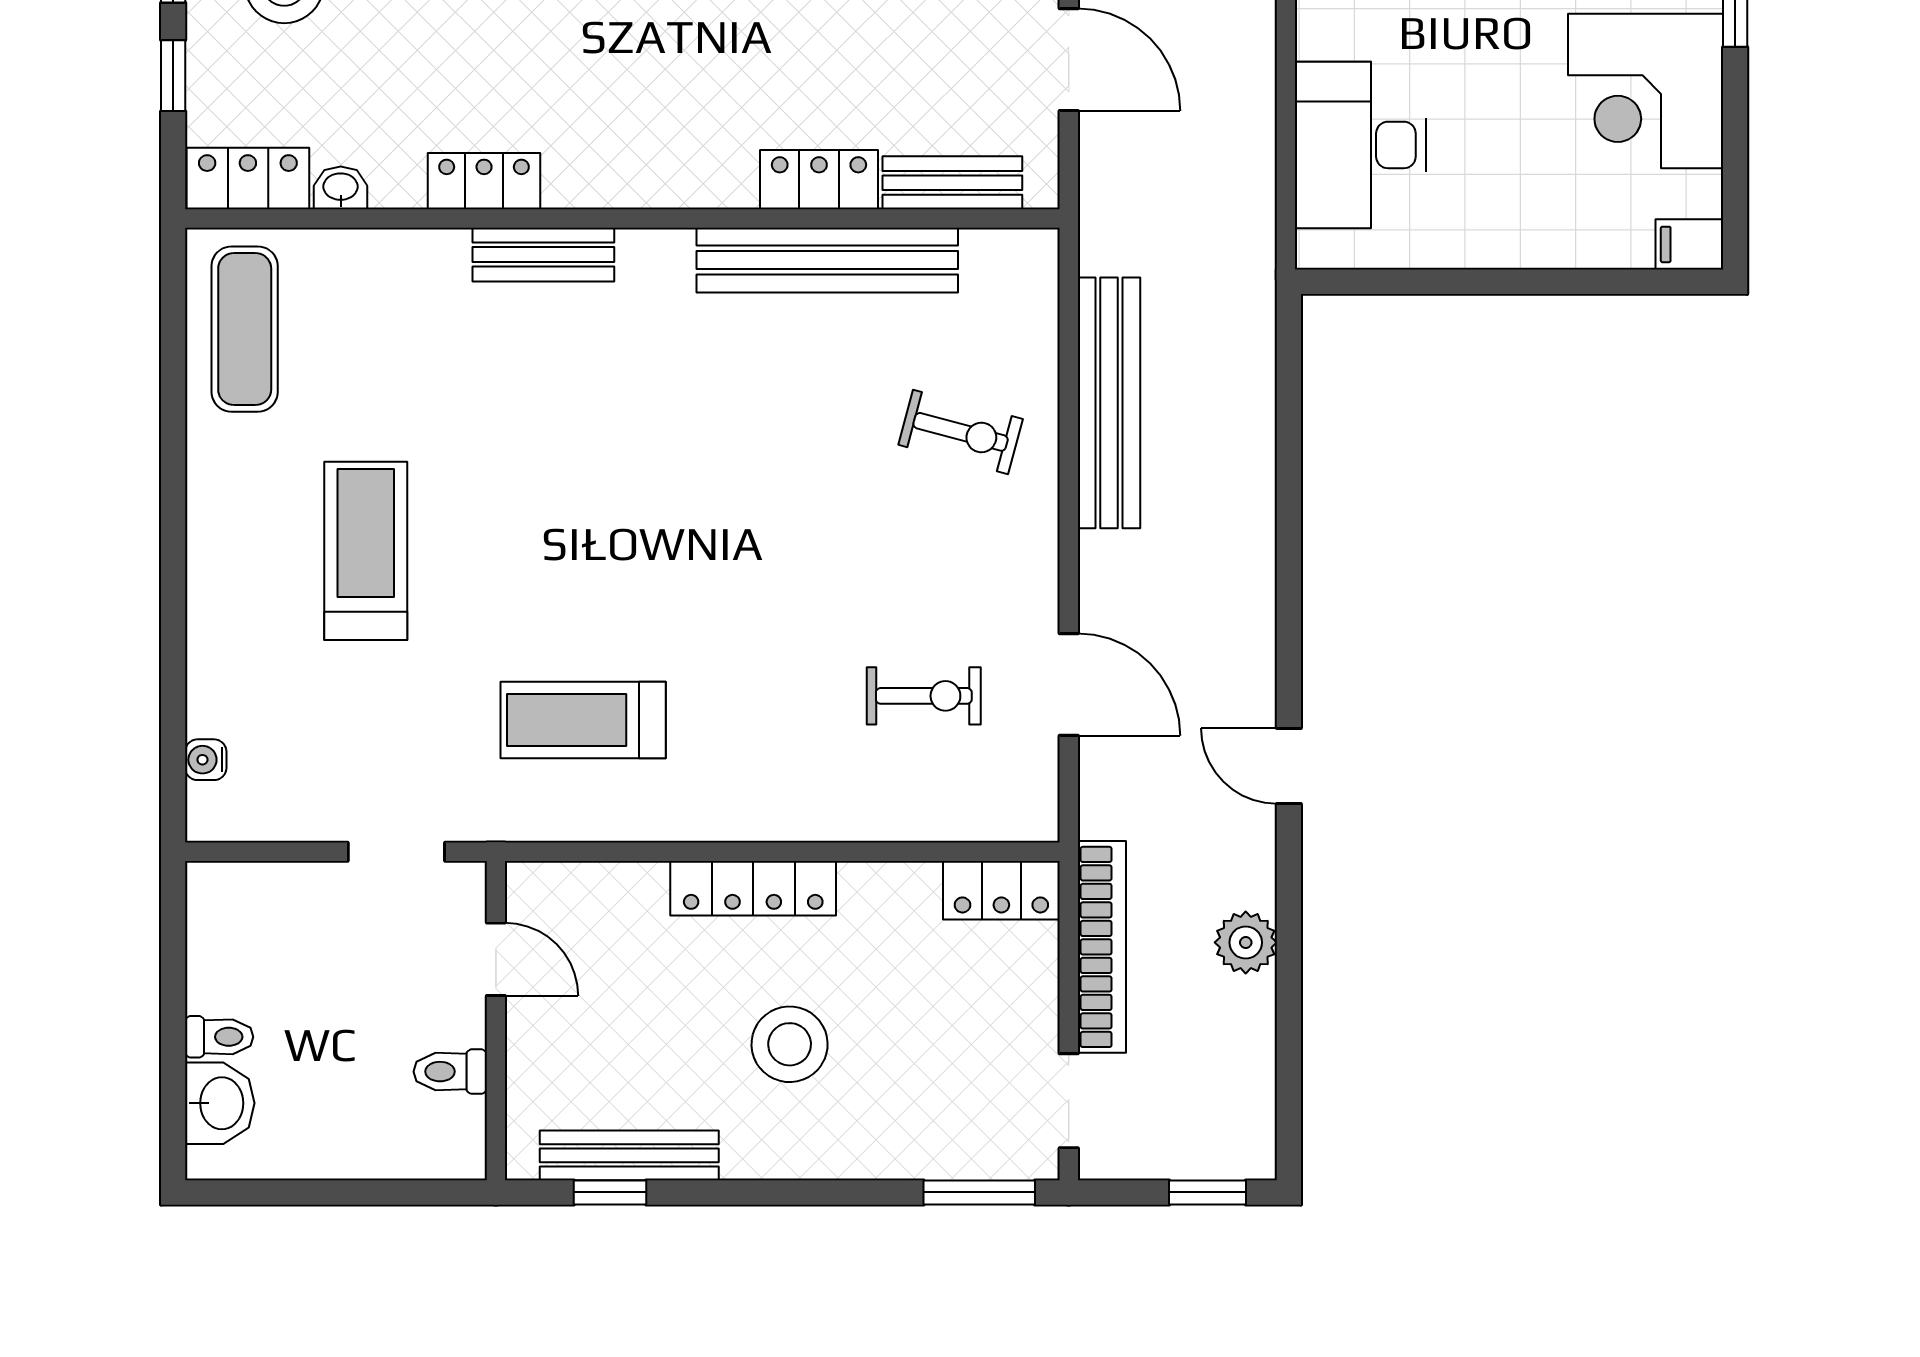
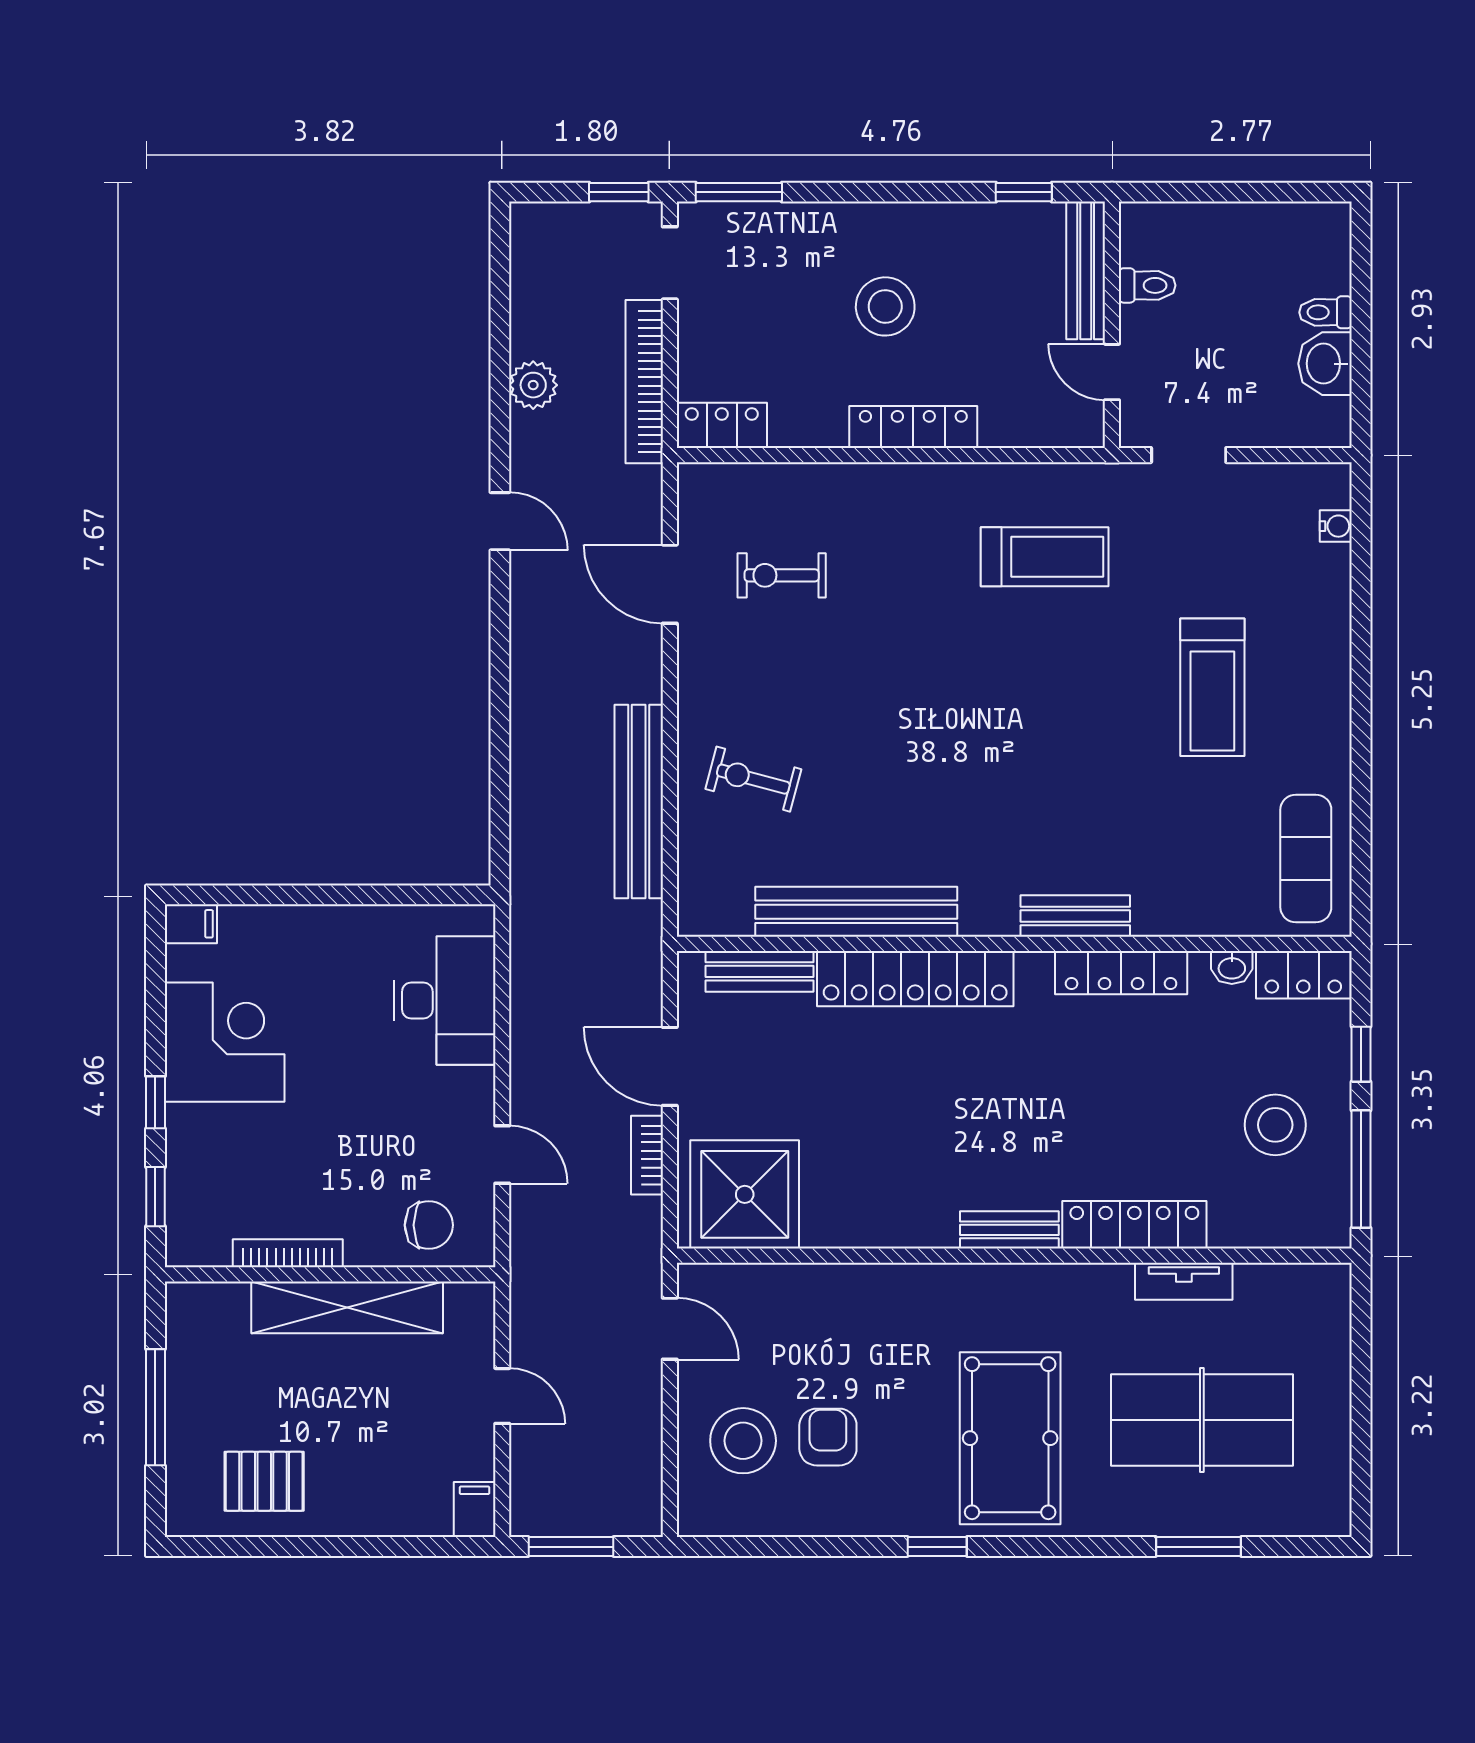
locker: (819, 180) -> (915, 979), width x2.16, depth x1.21
locker: (484, 181) -> (1121, 973), width x1.53
washbasin: (220, 1103) -> (1325, 364), moved
bench: (629, 1155) -> (1086, 270), moved, turned 90
window: (1207, 1192) -> (619, 192), moved

